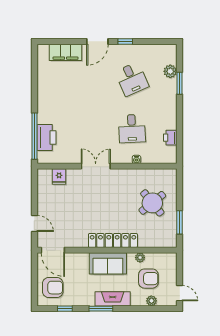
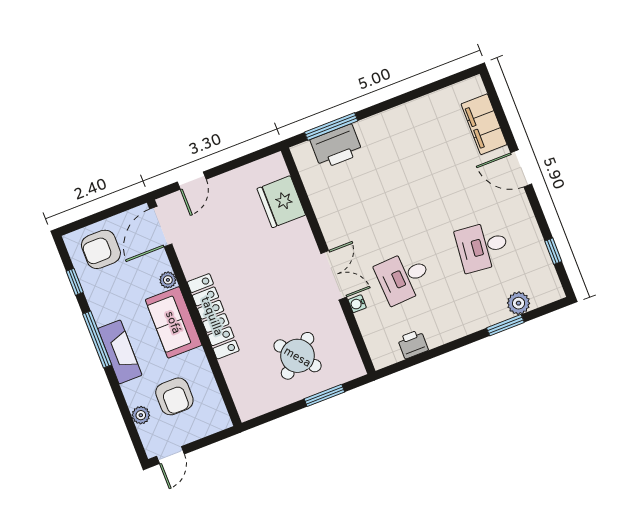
window: (125, 41) -> (553, 251), moved
desk: (132, 79) -> (482, 247), turned 30
window: (34, 136) -> (331, 127), width x0.68
double door: (96, 166) -> (334, 275), moved
fridge: (59, 177) -> (281, 202), width x1.88, depth x1.34
window: (180, 222) -> (324, 395), moved
plant: (140, 258) -> (168, 280), moved
armchair: (53, 288) -> (101, 249), turned 90
window: (101, 309) -> (97, 339), width x1.44

